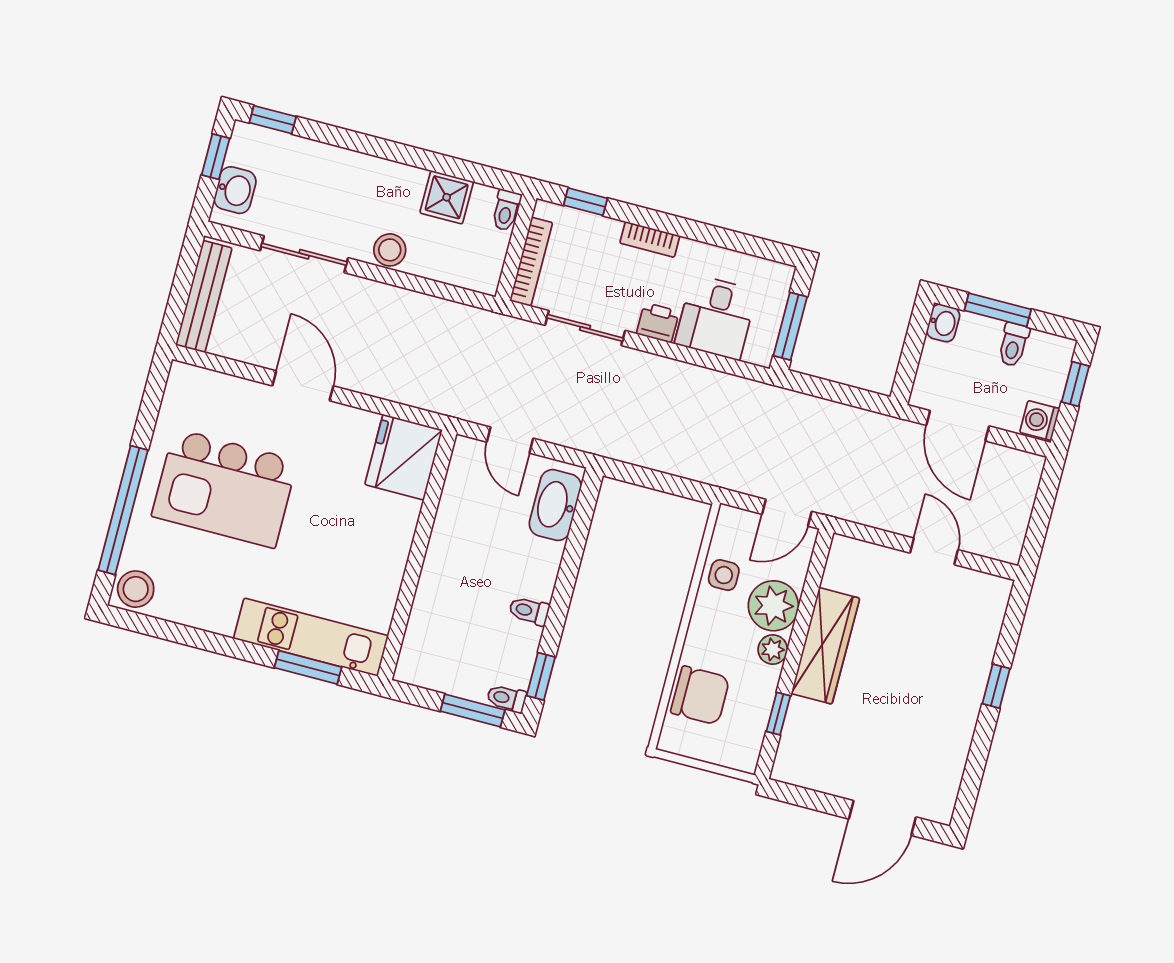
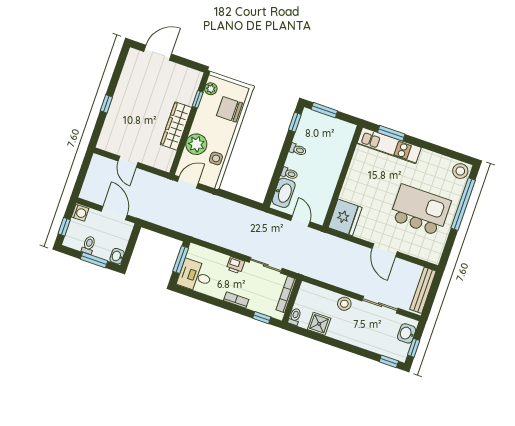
desk: (716, 317) -> (195, 276), moved, turned -90
plant: (773, 650) -> (211, 89), moved
toilet: (507, 698) -> (289, 174), moved

